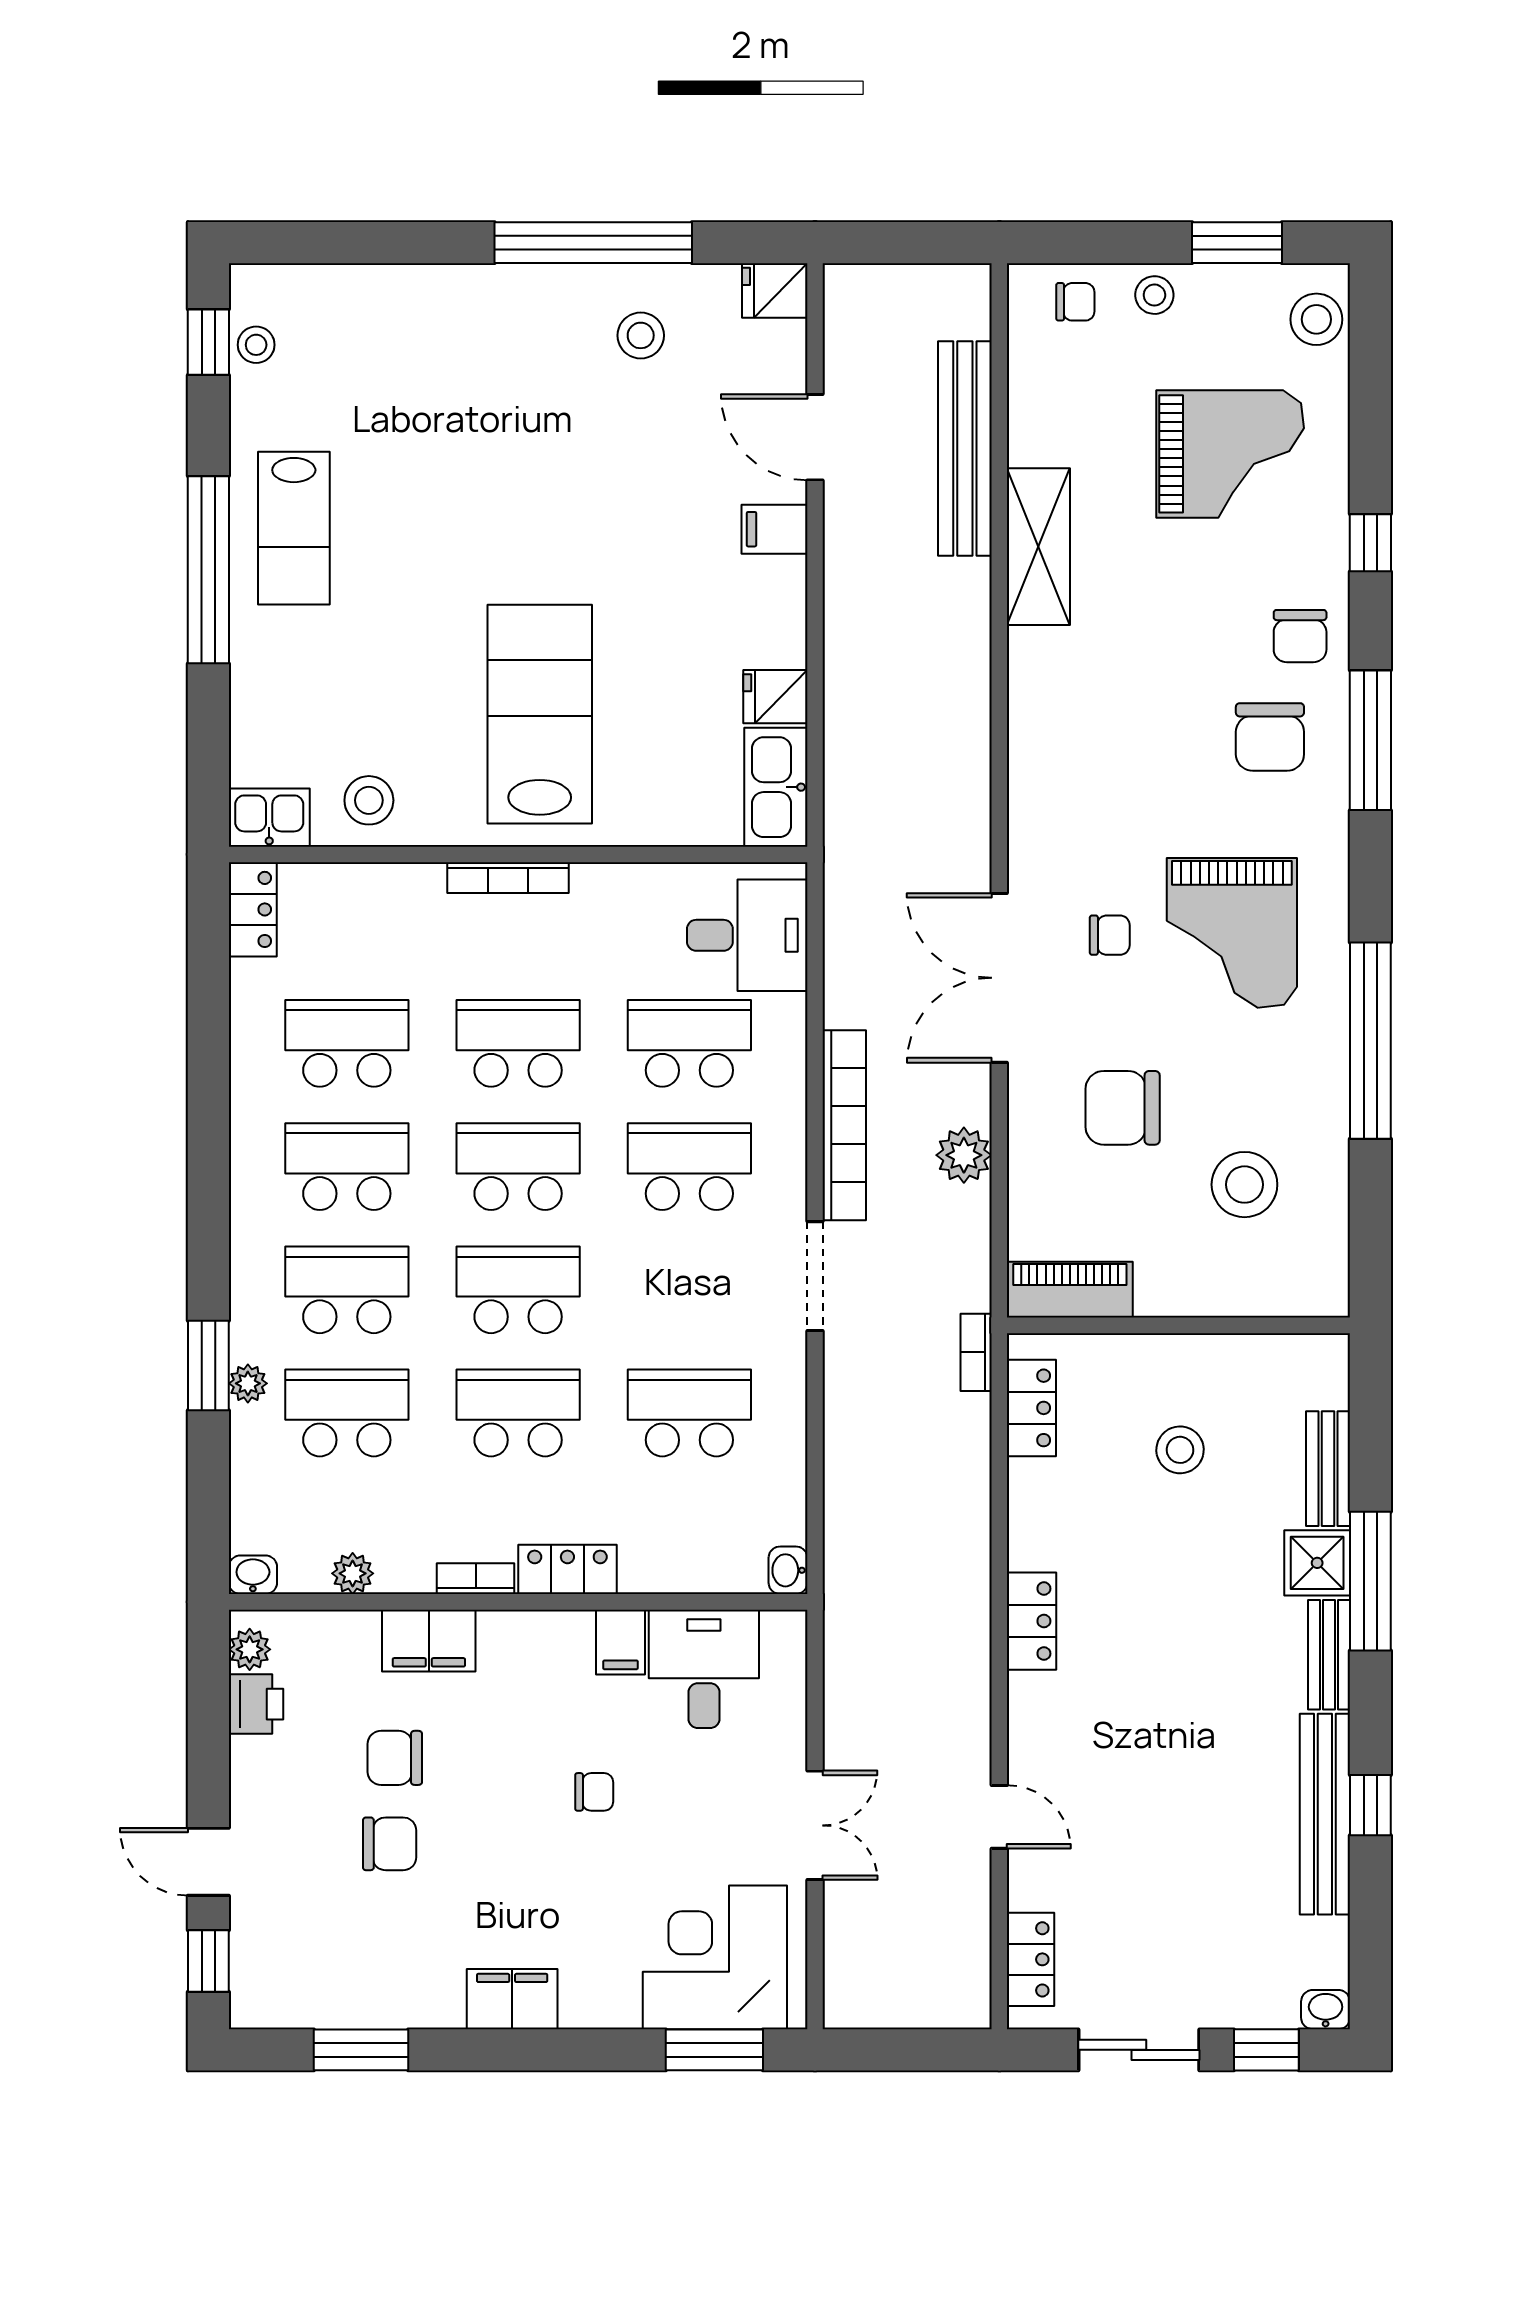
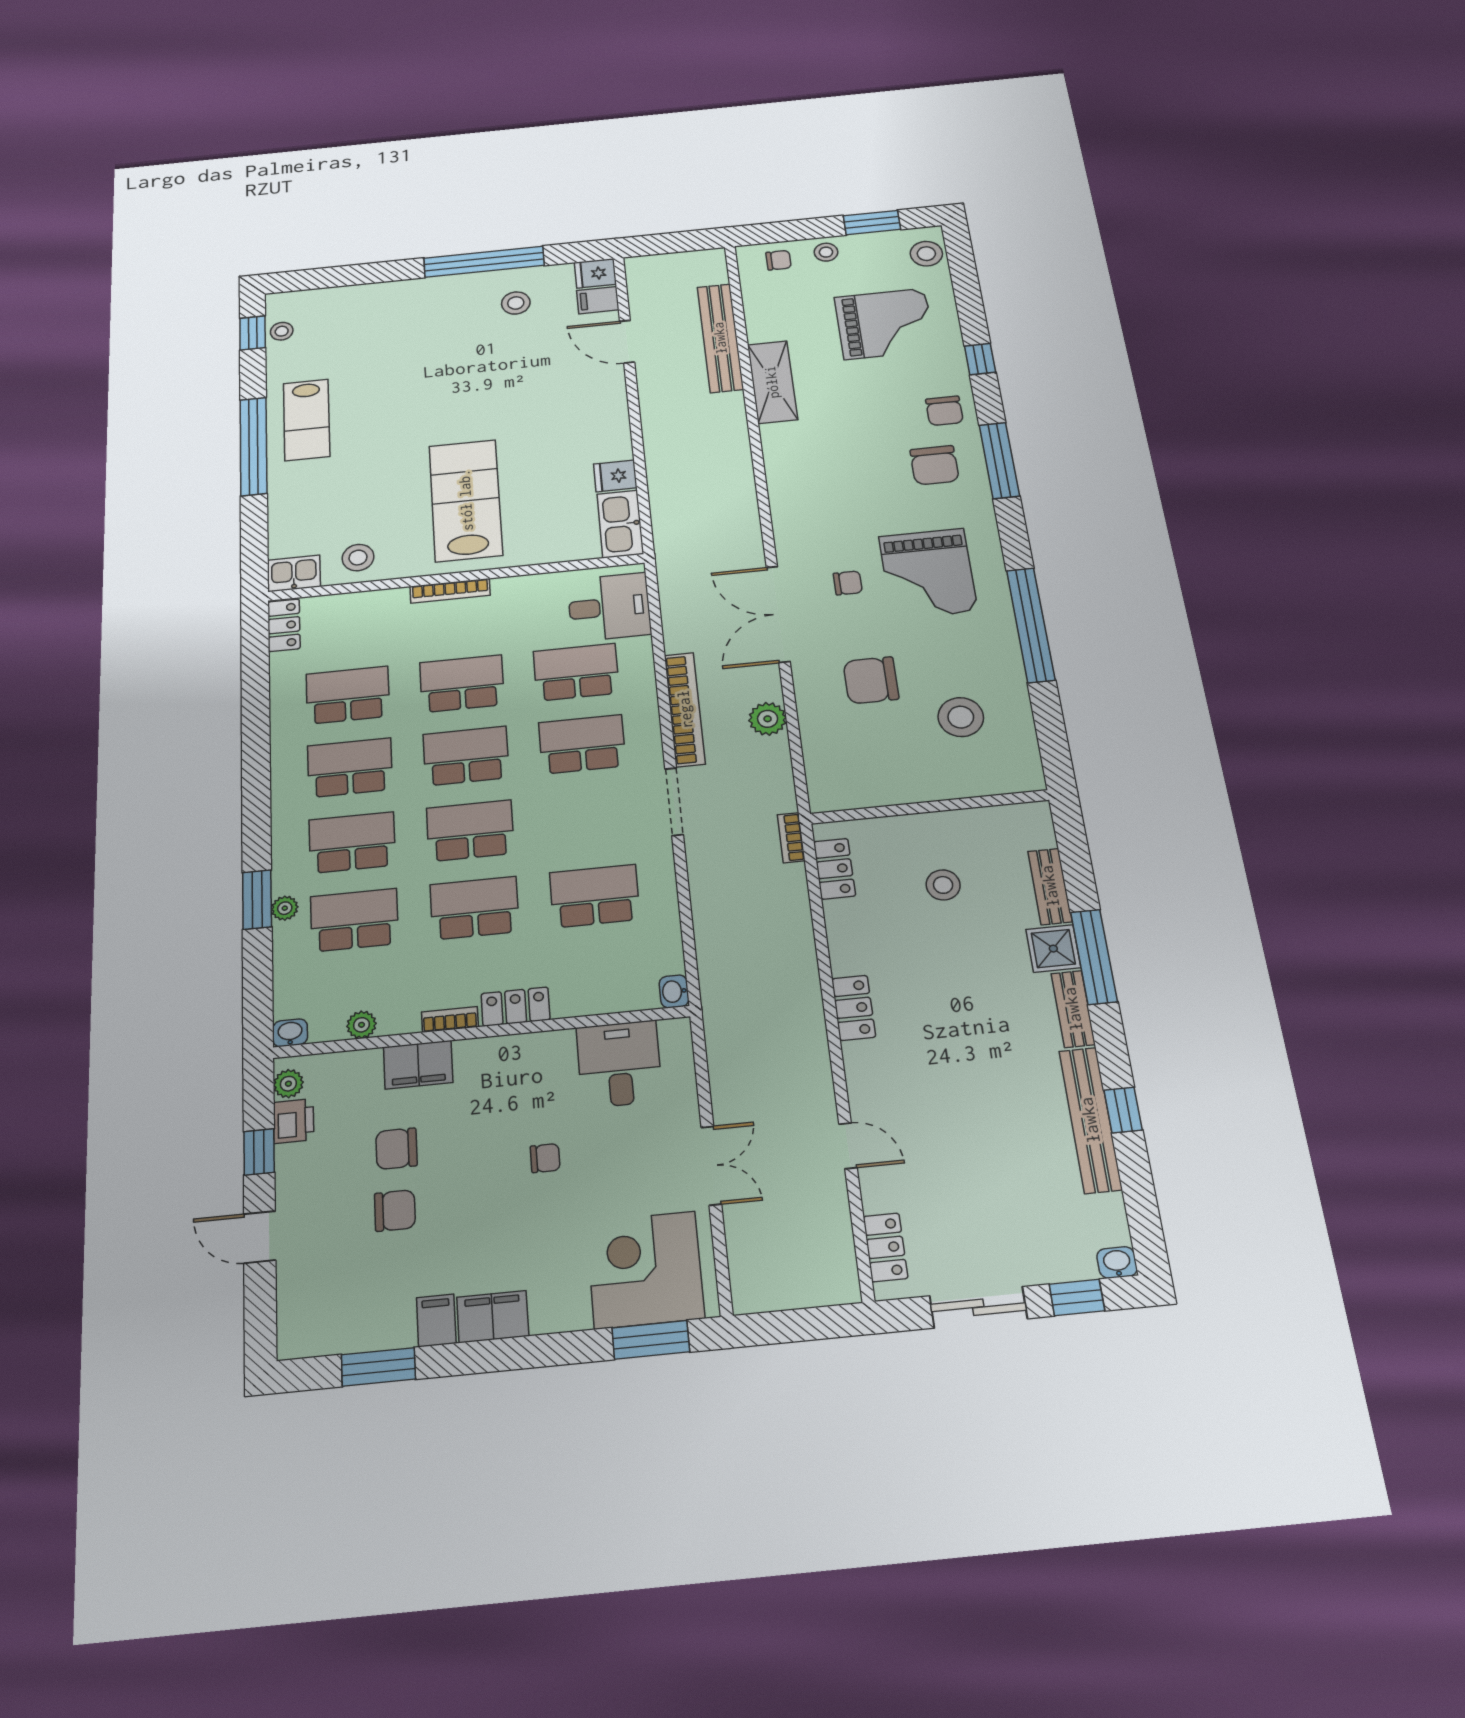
filing cabinet: (775, 529) -> (598, 300), moved
piano: (1070, 1290) -> (851, 792), removed
filing cabinet: (620, 1642) -> (436, 1320), moved, turned 180
window: (208, 1961) -> (259, 1152), moved

